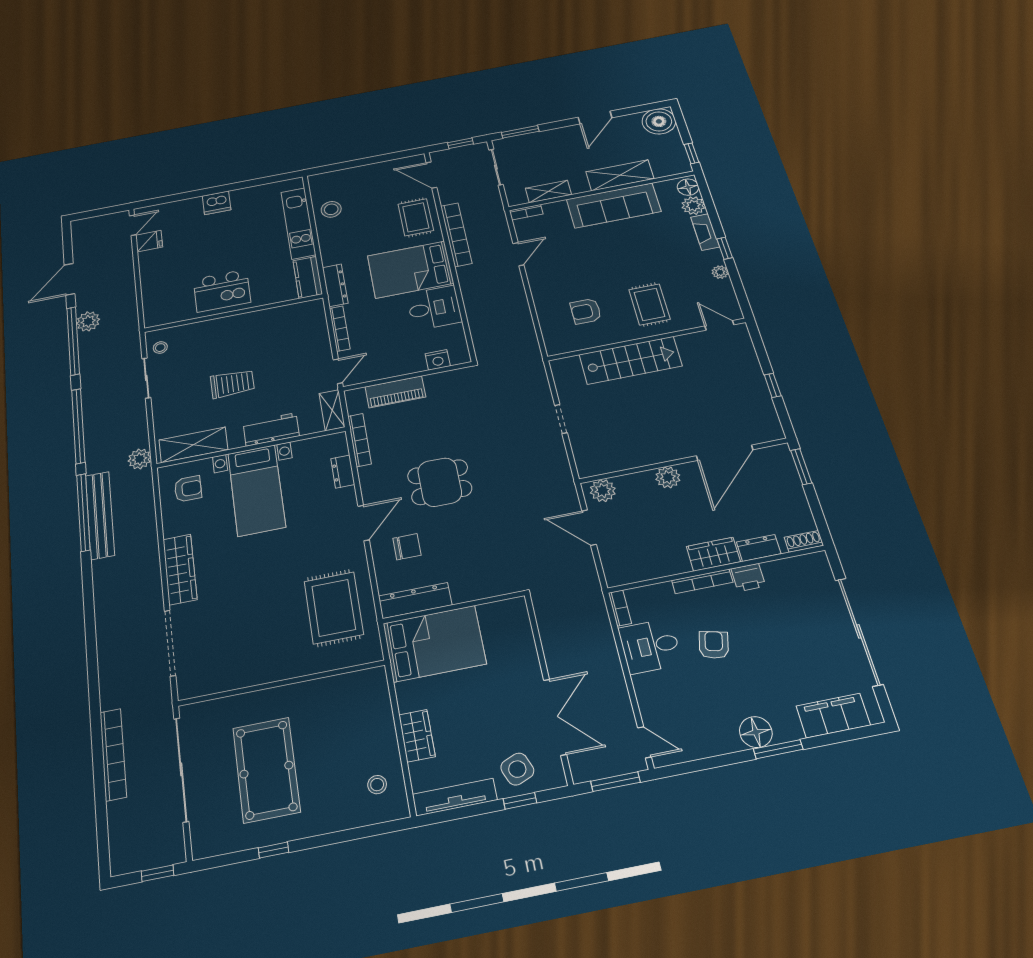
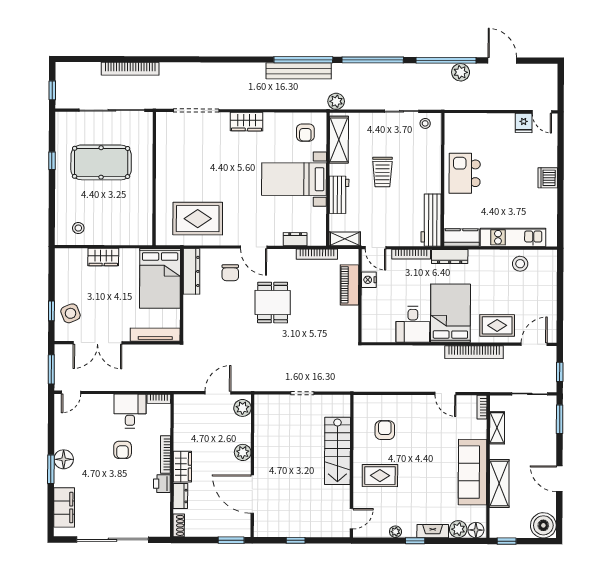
workbench: (290, 315) -> (431, 220), added
nightstand: (438, 360) -> (369, 280), moved
wardrobe: (180, 569) -> (246, 122), width x0.67
armchair: (714, 645) -> (123, 450), turned 76
tv unit: (455, 797) -> (155, 335), moved, turned -90

